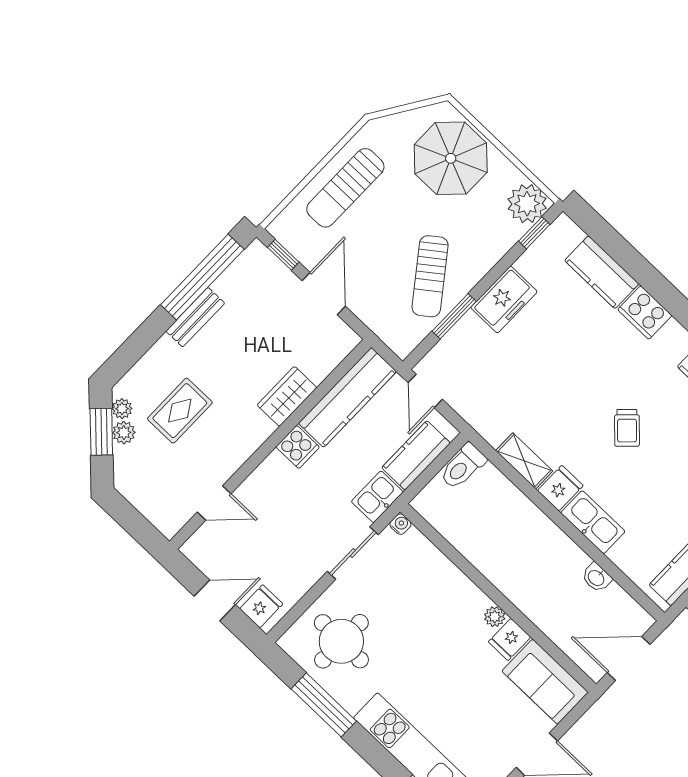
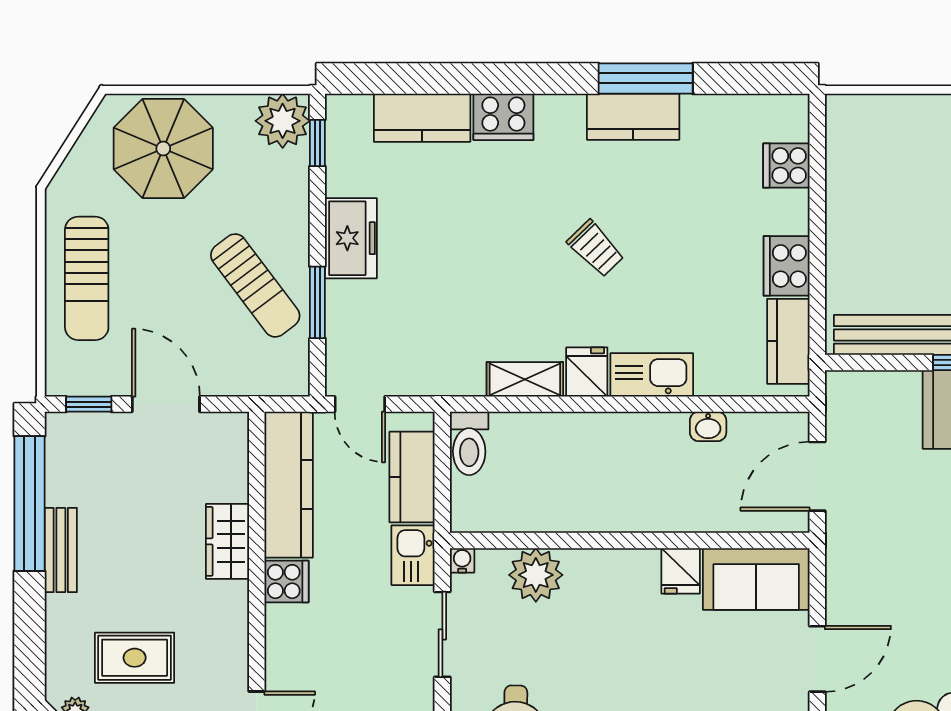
rug: (180, 411) -> (135, 658), turned 90
plant: (495, 617) -> (536, 575), moved, width x1.88, depth x1.88

